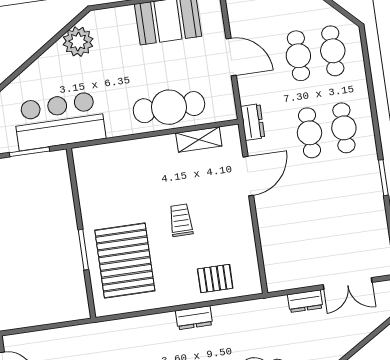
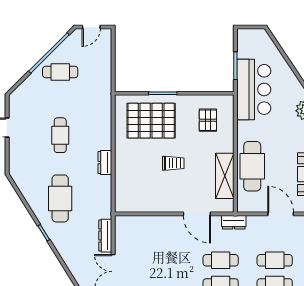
door: (231, 57) -> (281, 214), swing flipped
shelving: (199, 139) -> (225, 176), width x1.50, depth x1.33
pallet: (215, 279) -> (208, 120), moved
dresser: (305, 301) -> (105, 236), width x1.44

